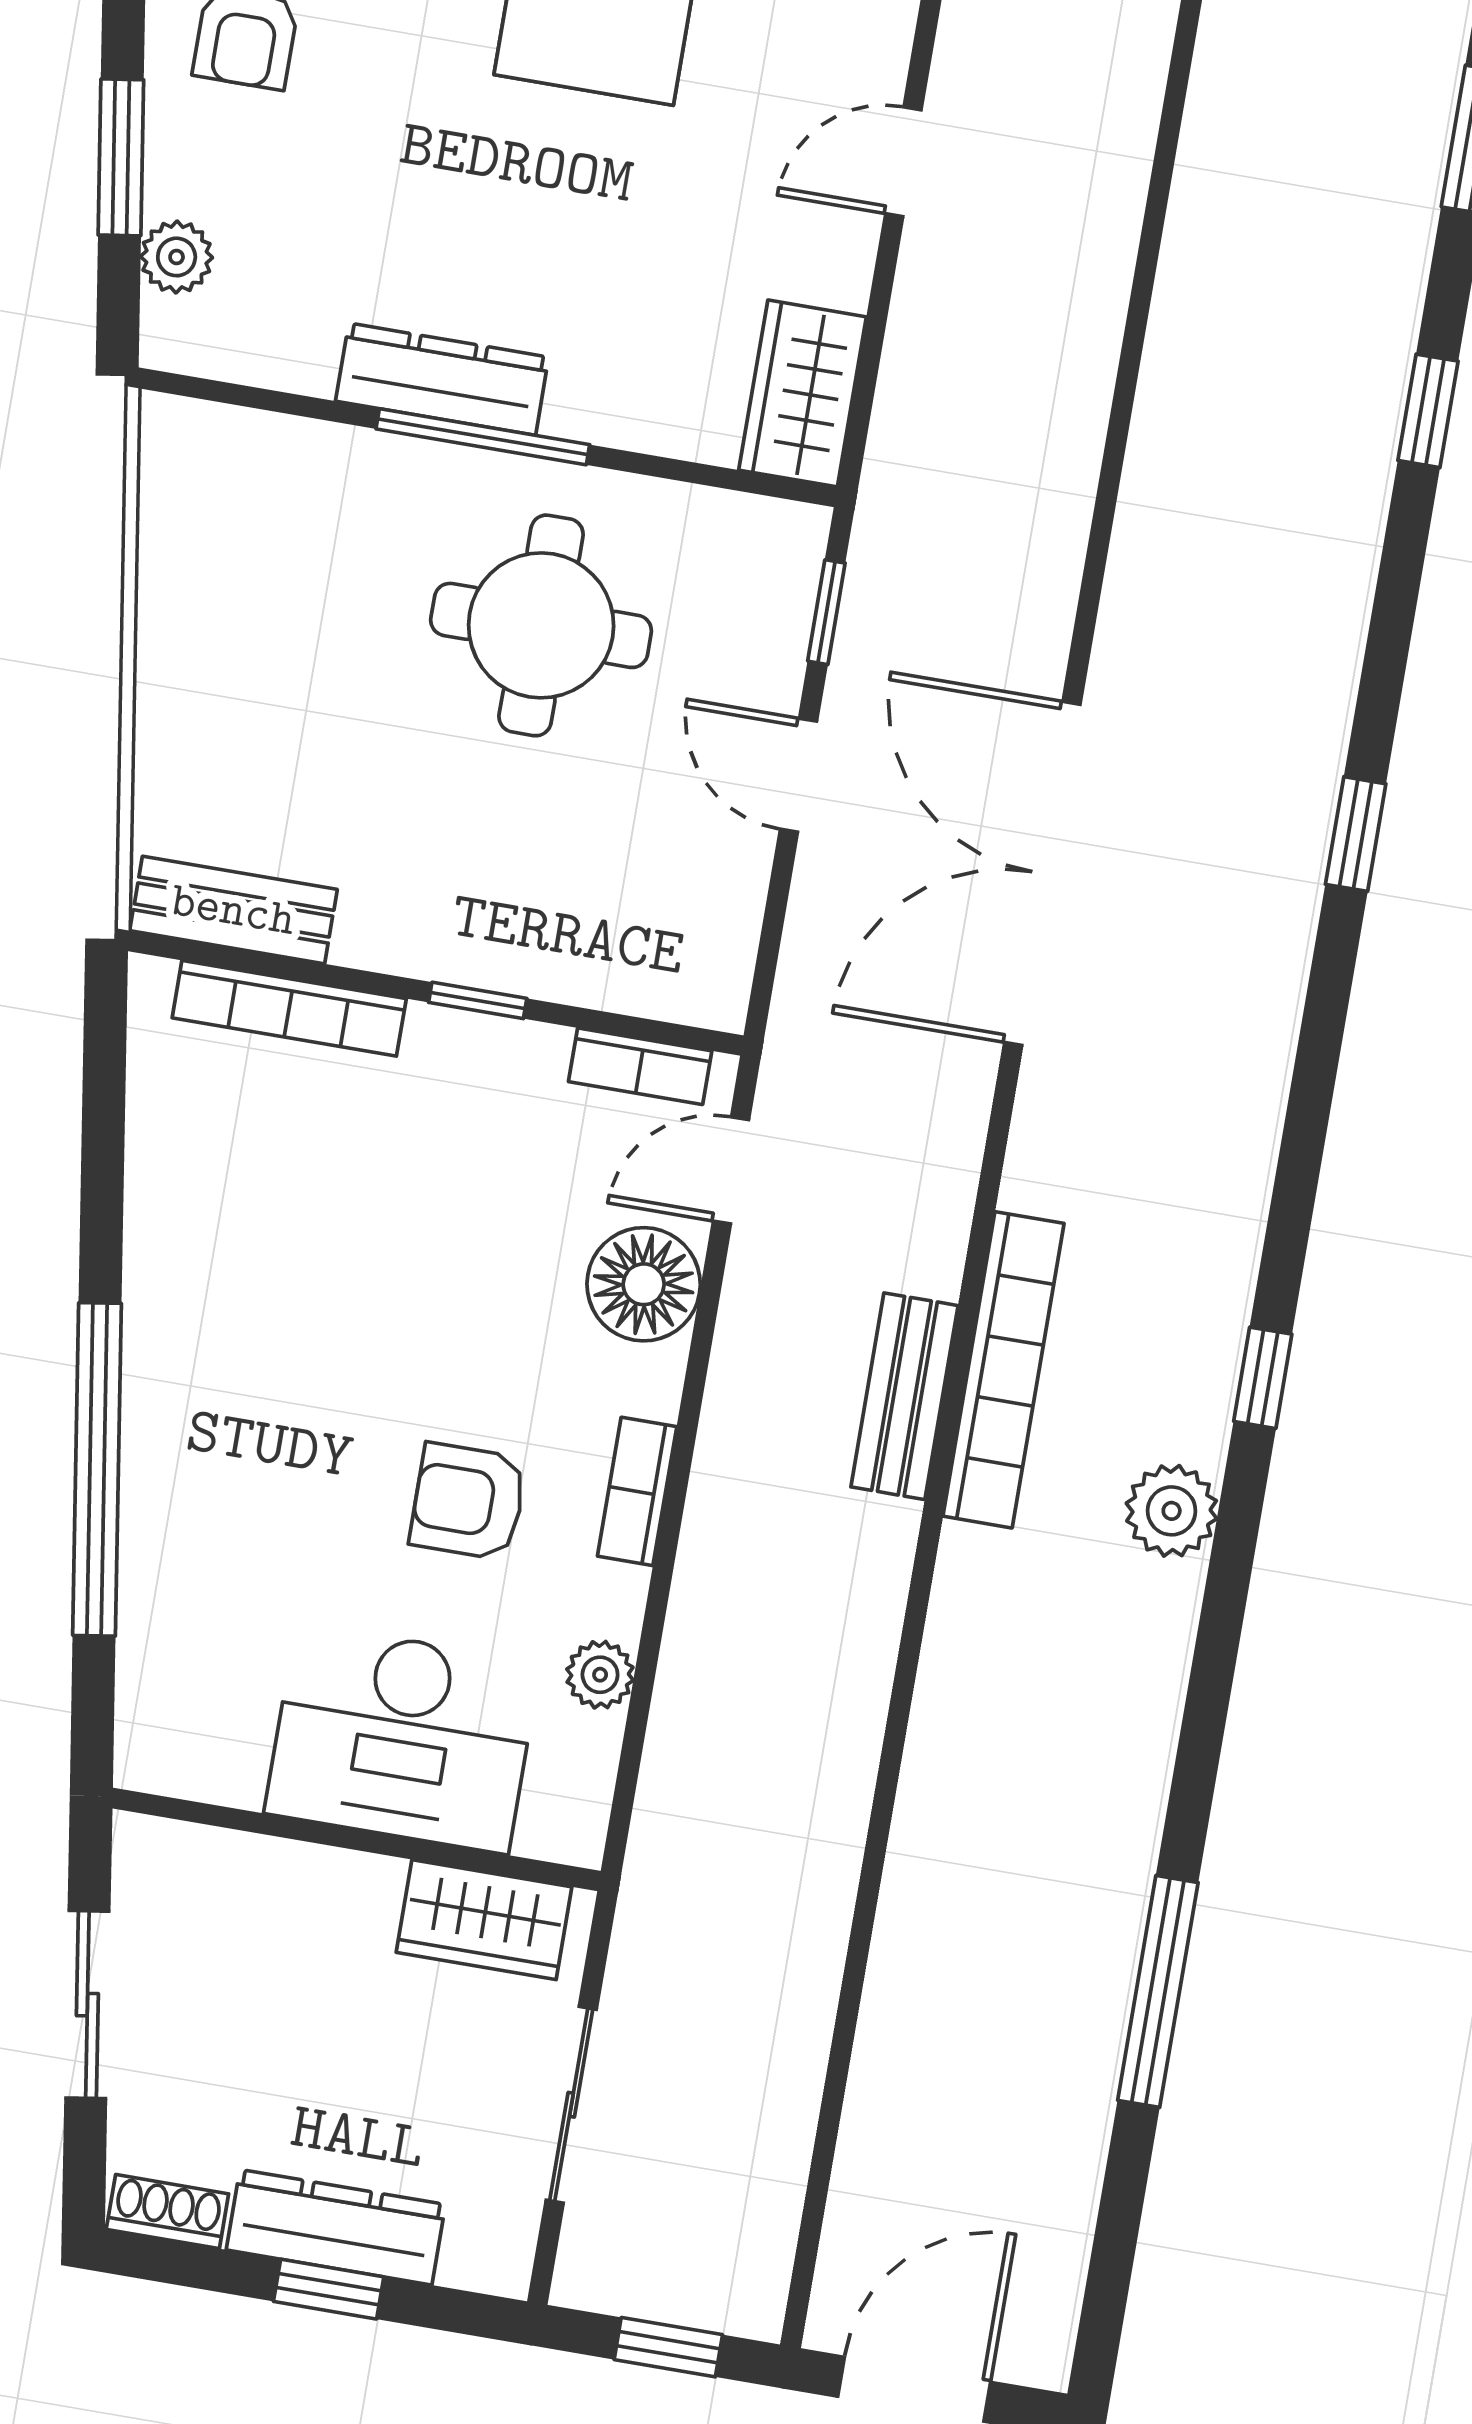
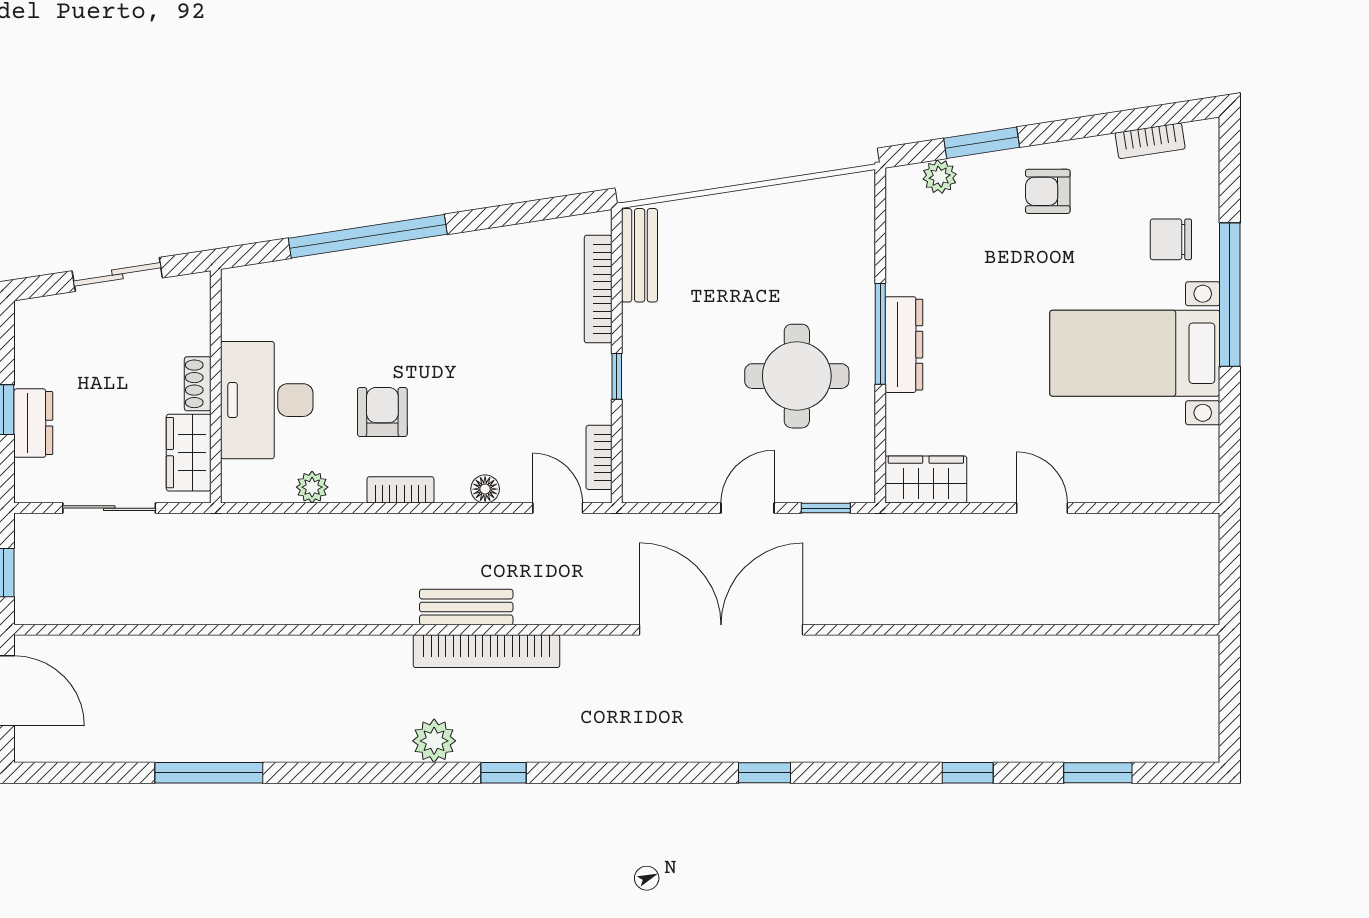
dresser: (442, 379) -> (904, 345), moved
floor lamp: (644, 1284) -> (485, 489), width x0.53, depth x0.53
shoe rack: (167, 2212) -> (198, 384), moved, turned 180
dresser: (336, 2227) -> (33, 423), width x0.70

